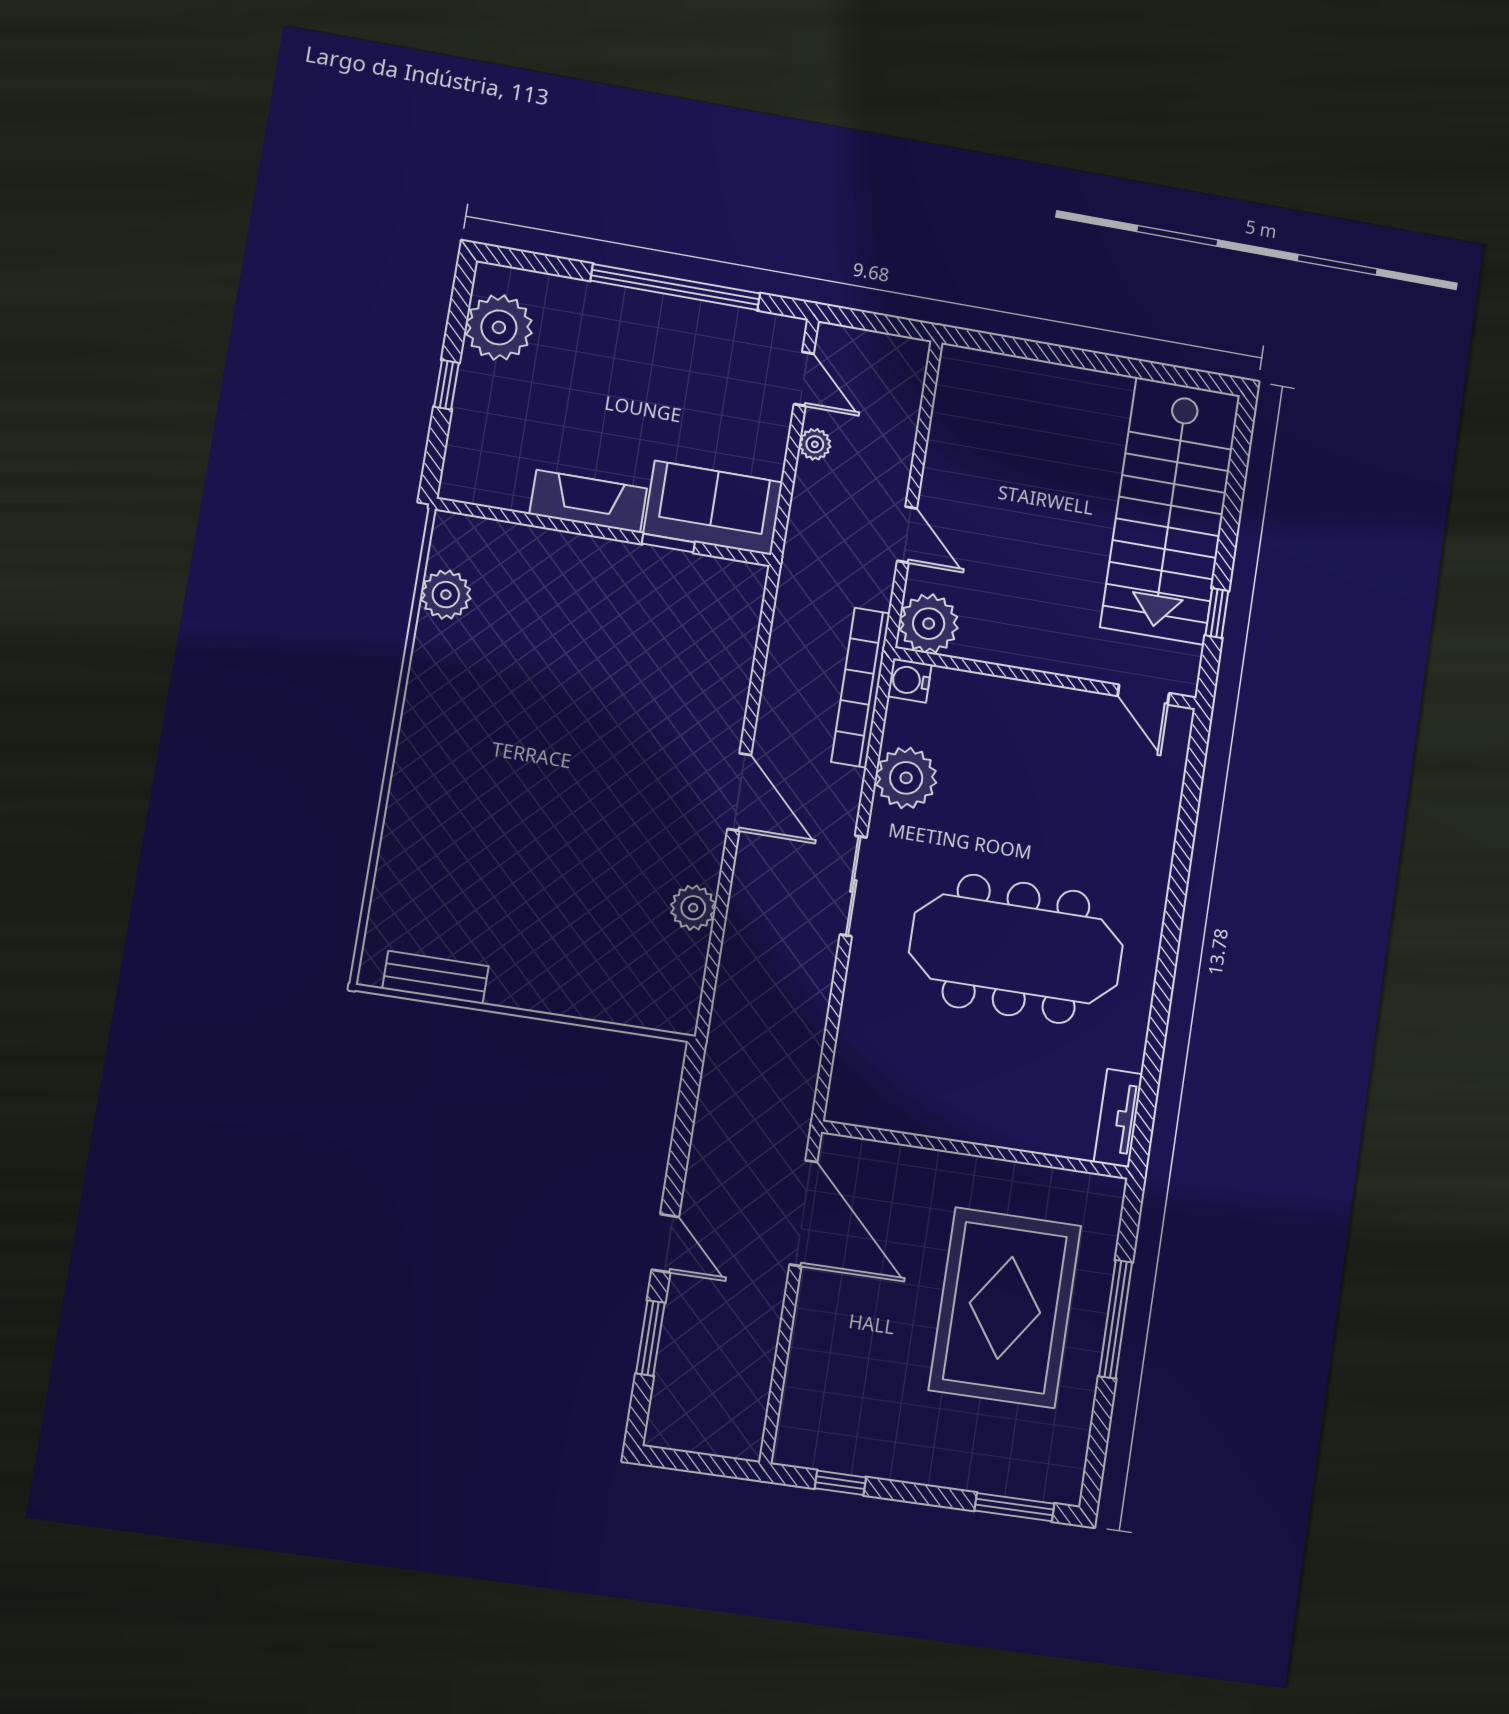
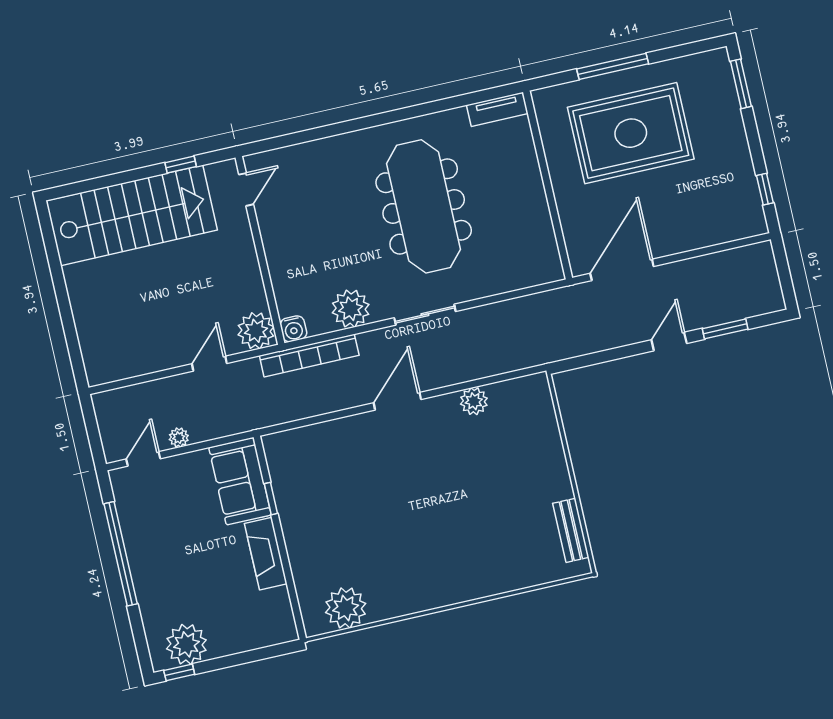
window: (447, 385) -> (179, 672), moved
plant: (446, 595) -> (346, 608), width x1.36, depth x1.36

